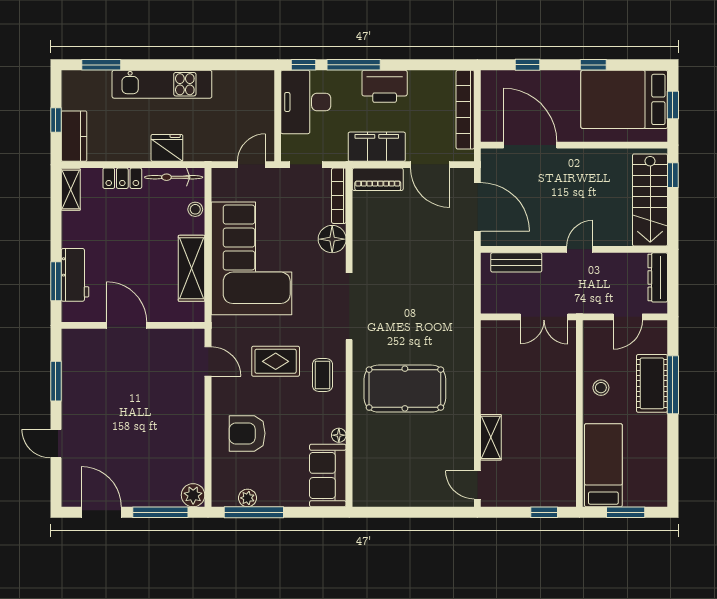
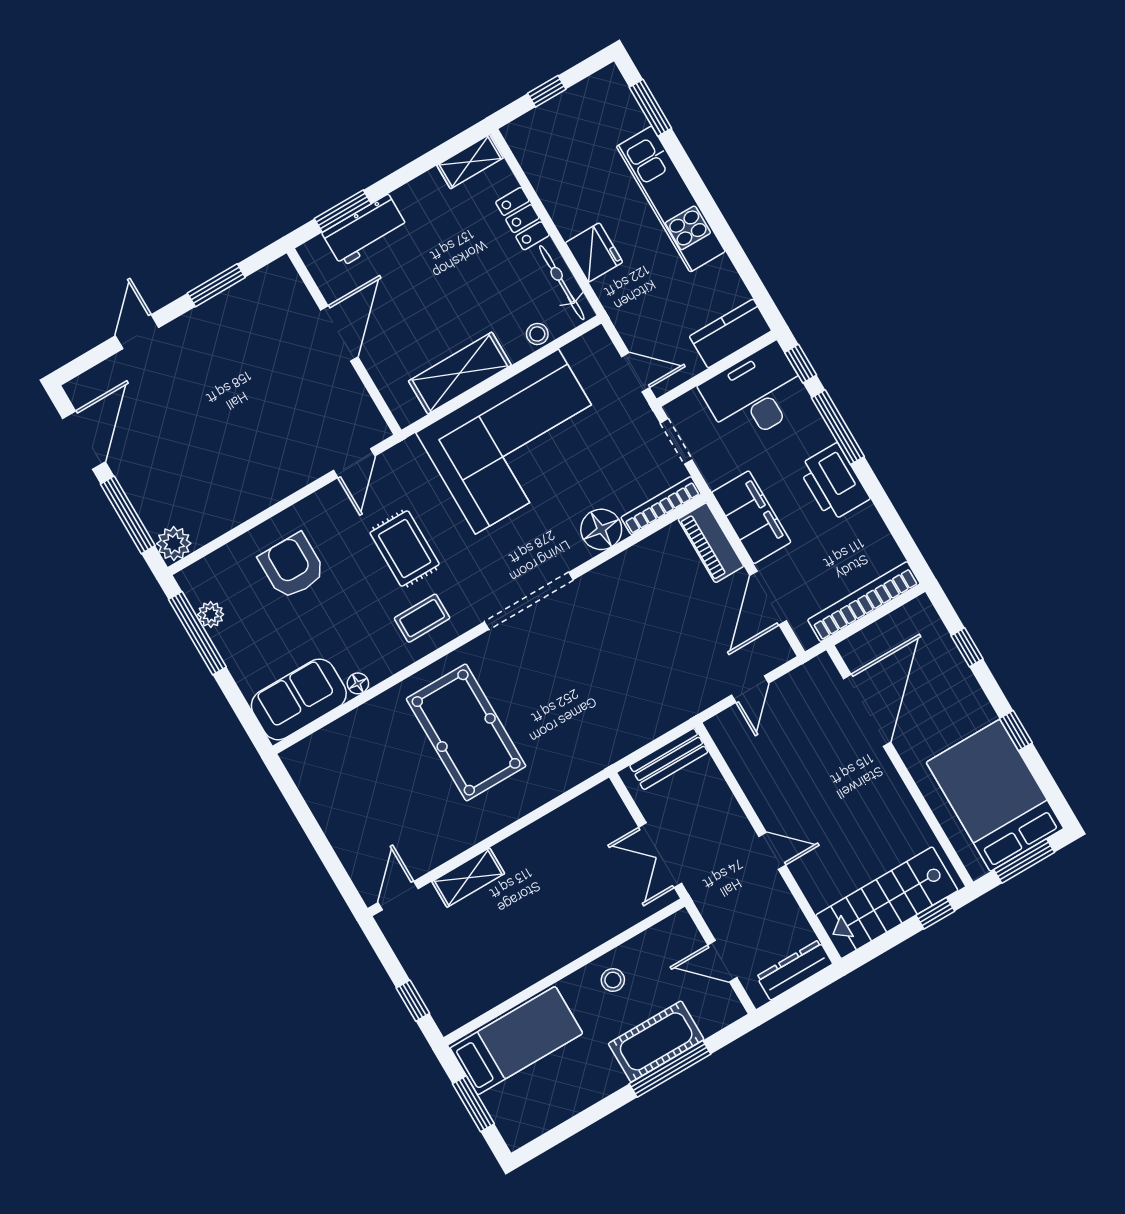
window: (673, 105) -> (1024, 861), width x1.50
kitchen counter: (74, 136) -> (731, 333), moved, turned 180
door: (477, 207) -> (750, 689), width x0.53
bench: (516, 262) -> (669, 759), moved, turned 90

